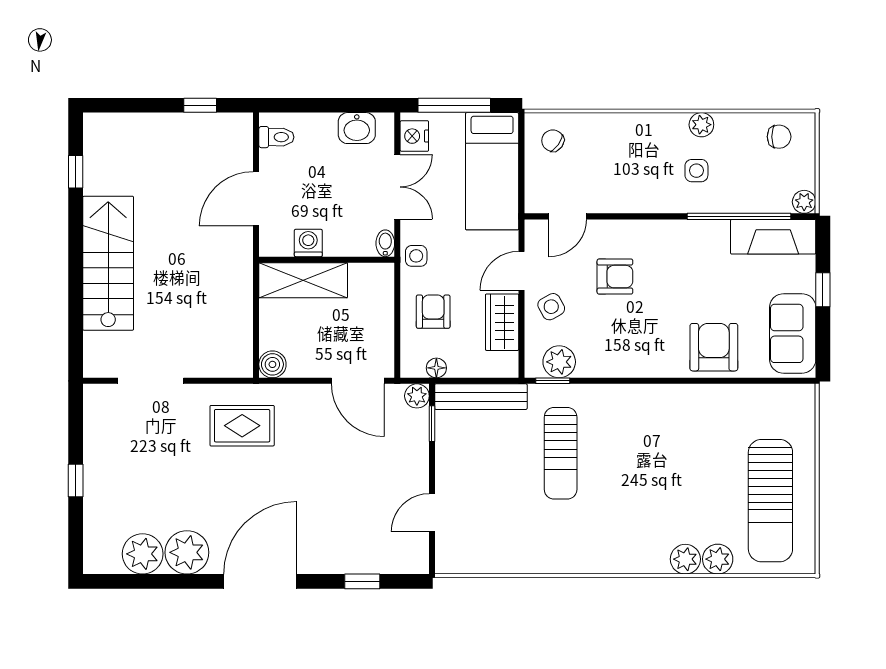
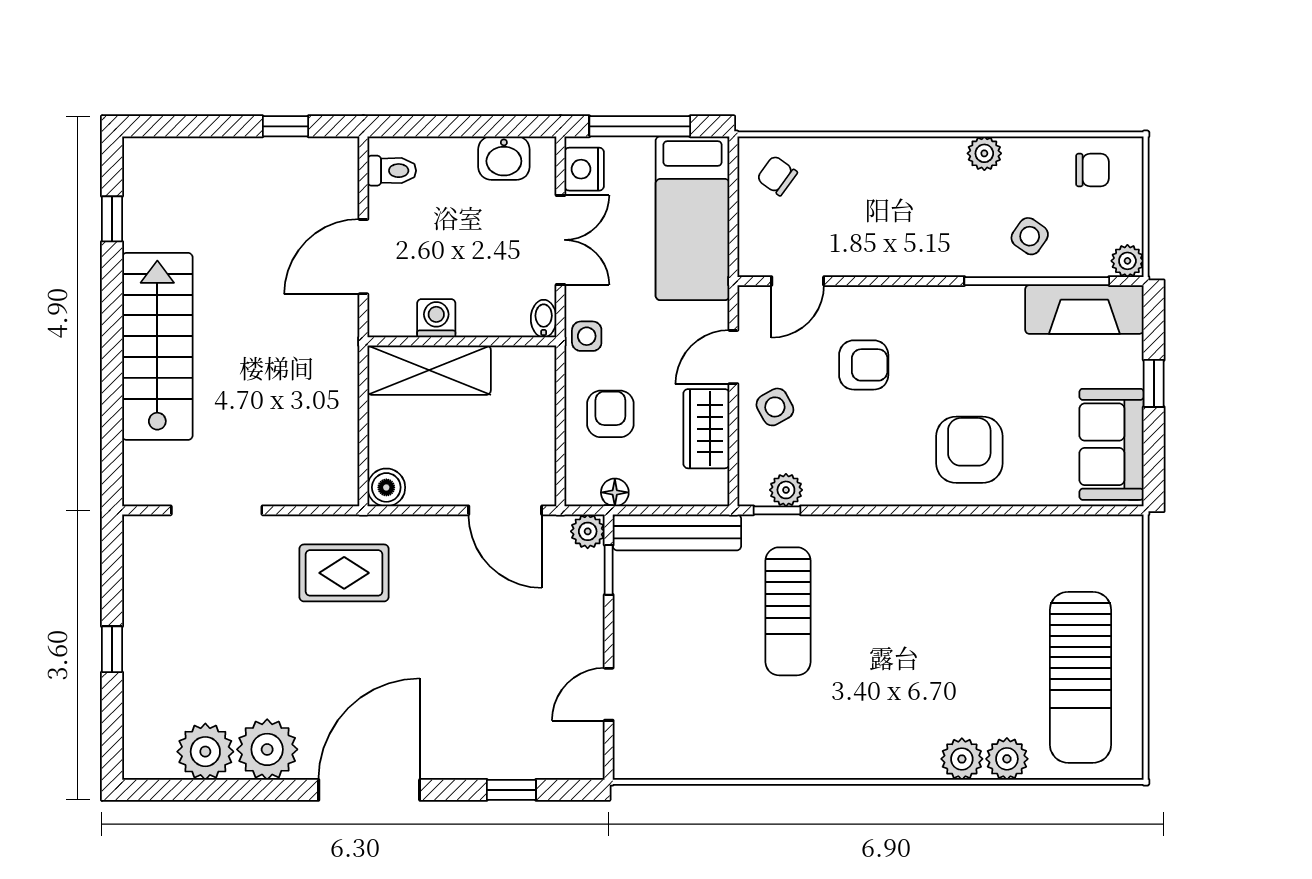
side table: (696, 171) -> (1030, 236), moved, turned 35
armchair: (714, 347) -> (969, 450), moved
plant: (559, 362) -> (786, 490), width x0.73, depth x0.73

